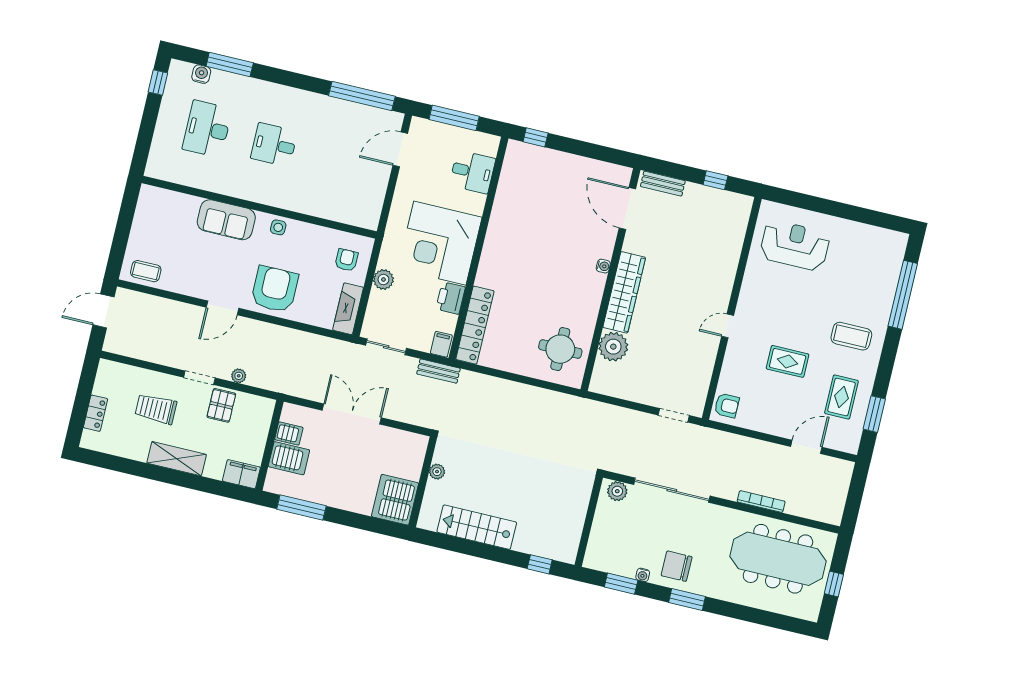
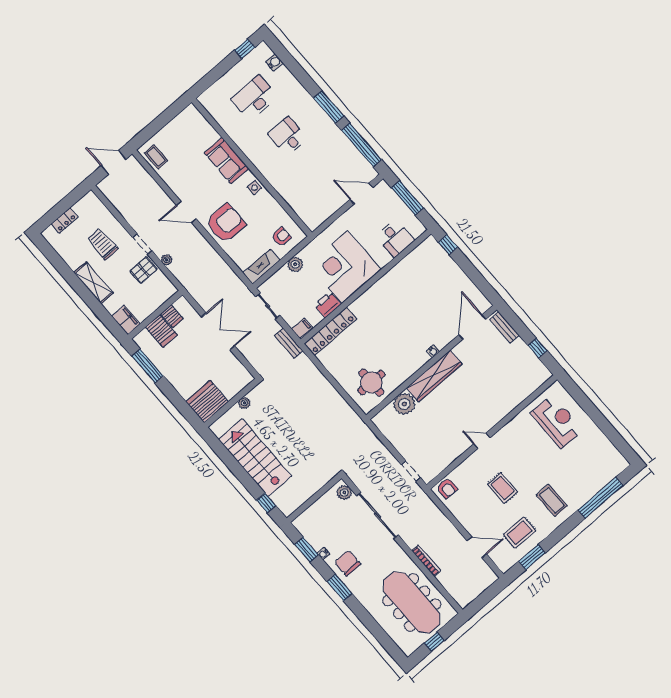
window: (230, 64) -> (329, 107), moved
stairs: (477, 527) -> (255, 458), width x1.36, depth x1.51

